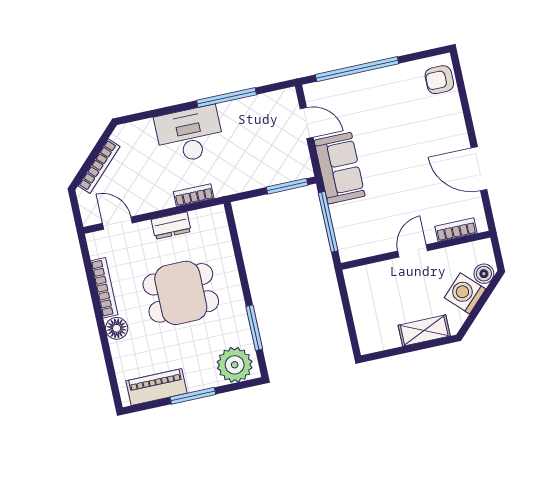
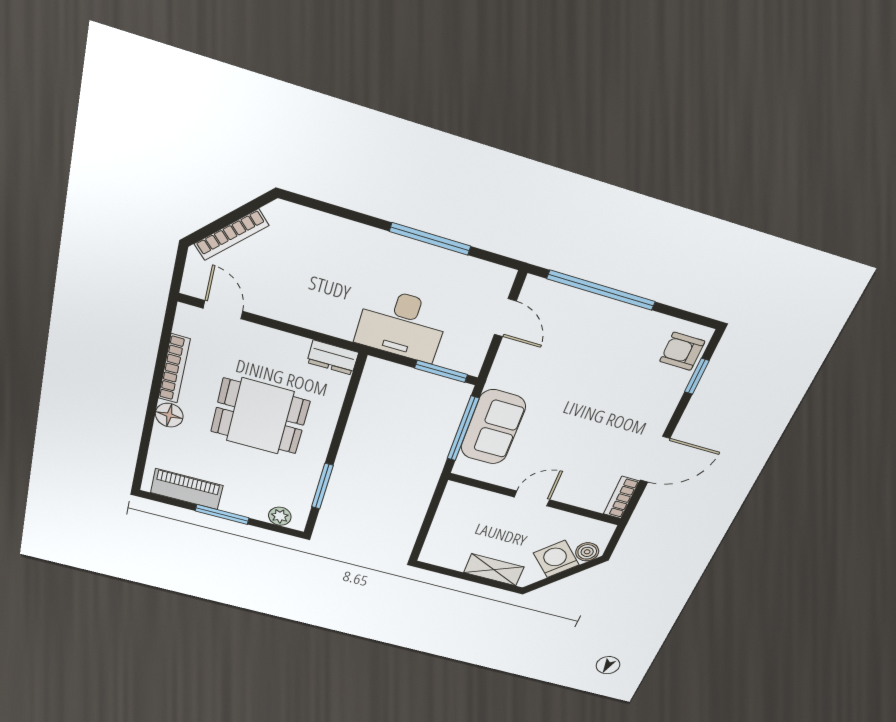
window: (462, 91) -> (697, 376), added
desk: (189, 135) -> (402, 325), moved, turned 180
sofa: (340, 168) -> (493, 427), moved
door: (479, 169) -> (655, 459), swing flipped
bookcase: (194, 195) -> (329, 326), removed
dresser: (171, 226) -> (333, 358), moved
bookcase: (456, 230) -> (621, 497), moved, turned -90
plant: (235, 365) -> (280, 516), width x0.53, depth x0.53

